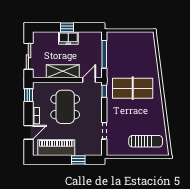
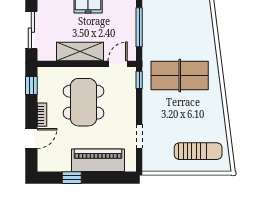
piano: (56, 148) -> (98, 160), moved
window: (78, 160) -> (72, 178), moved

